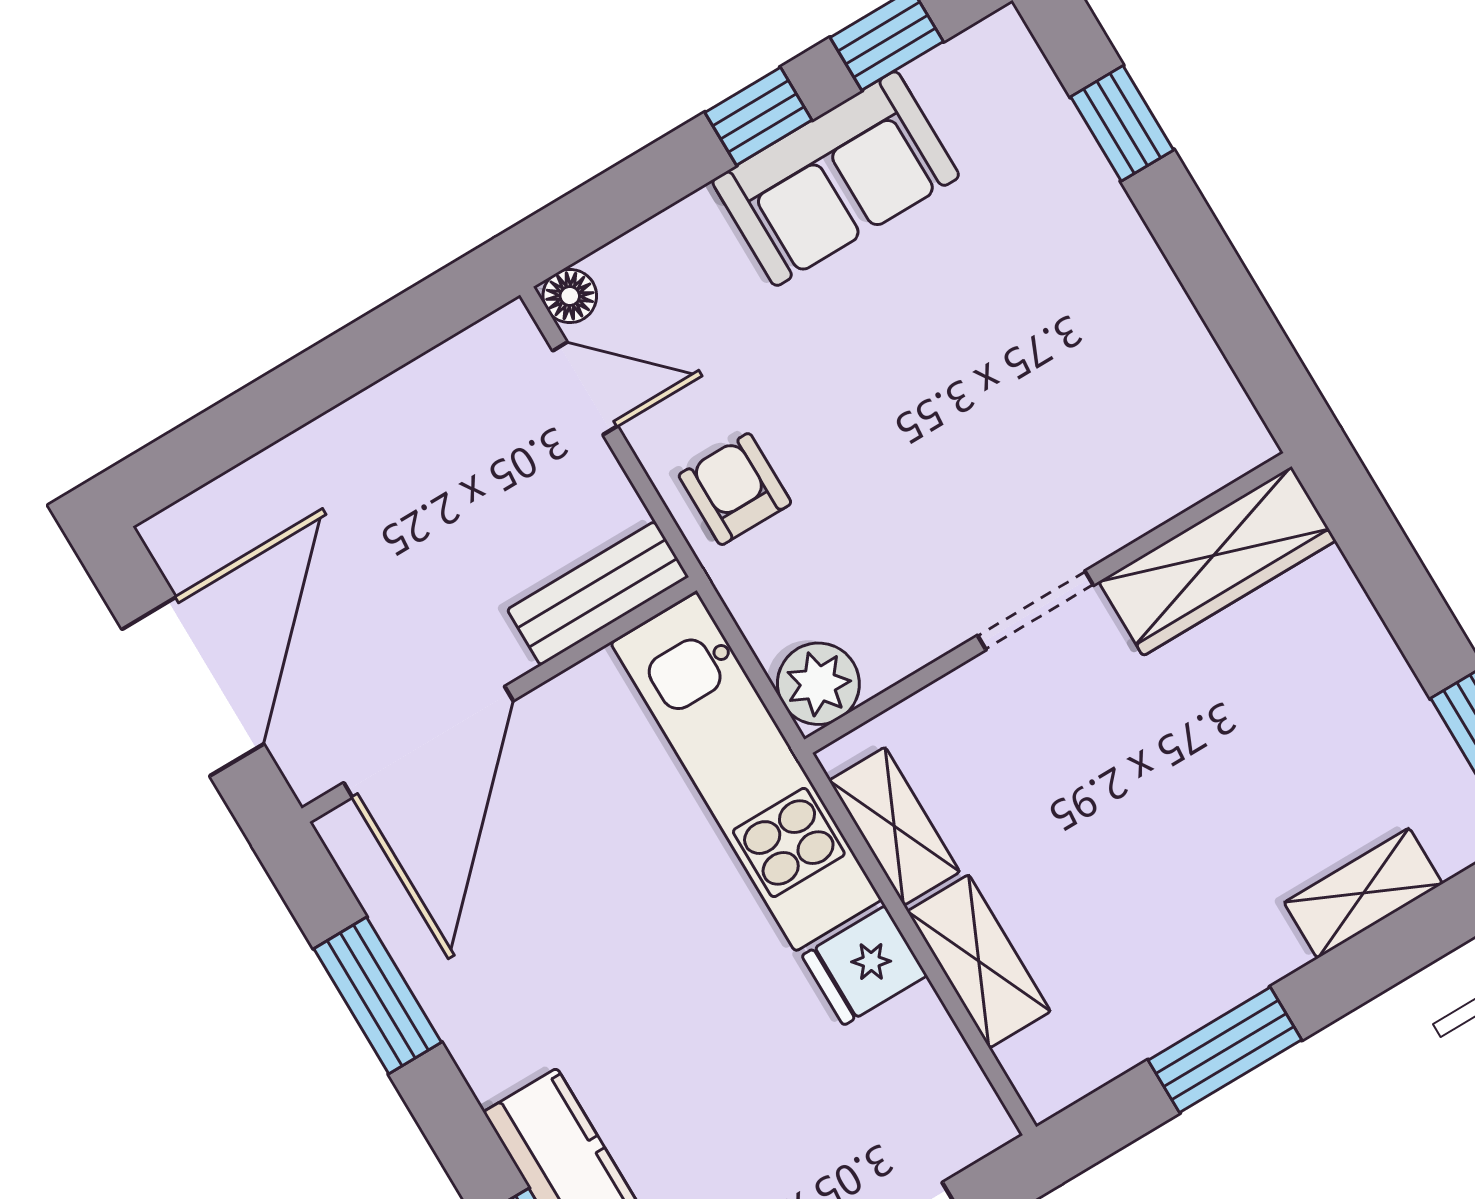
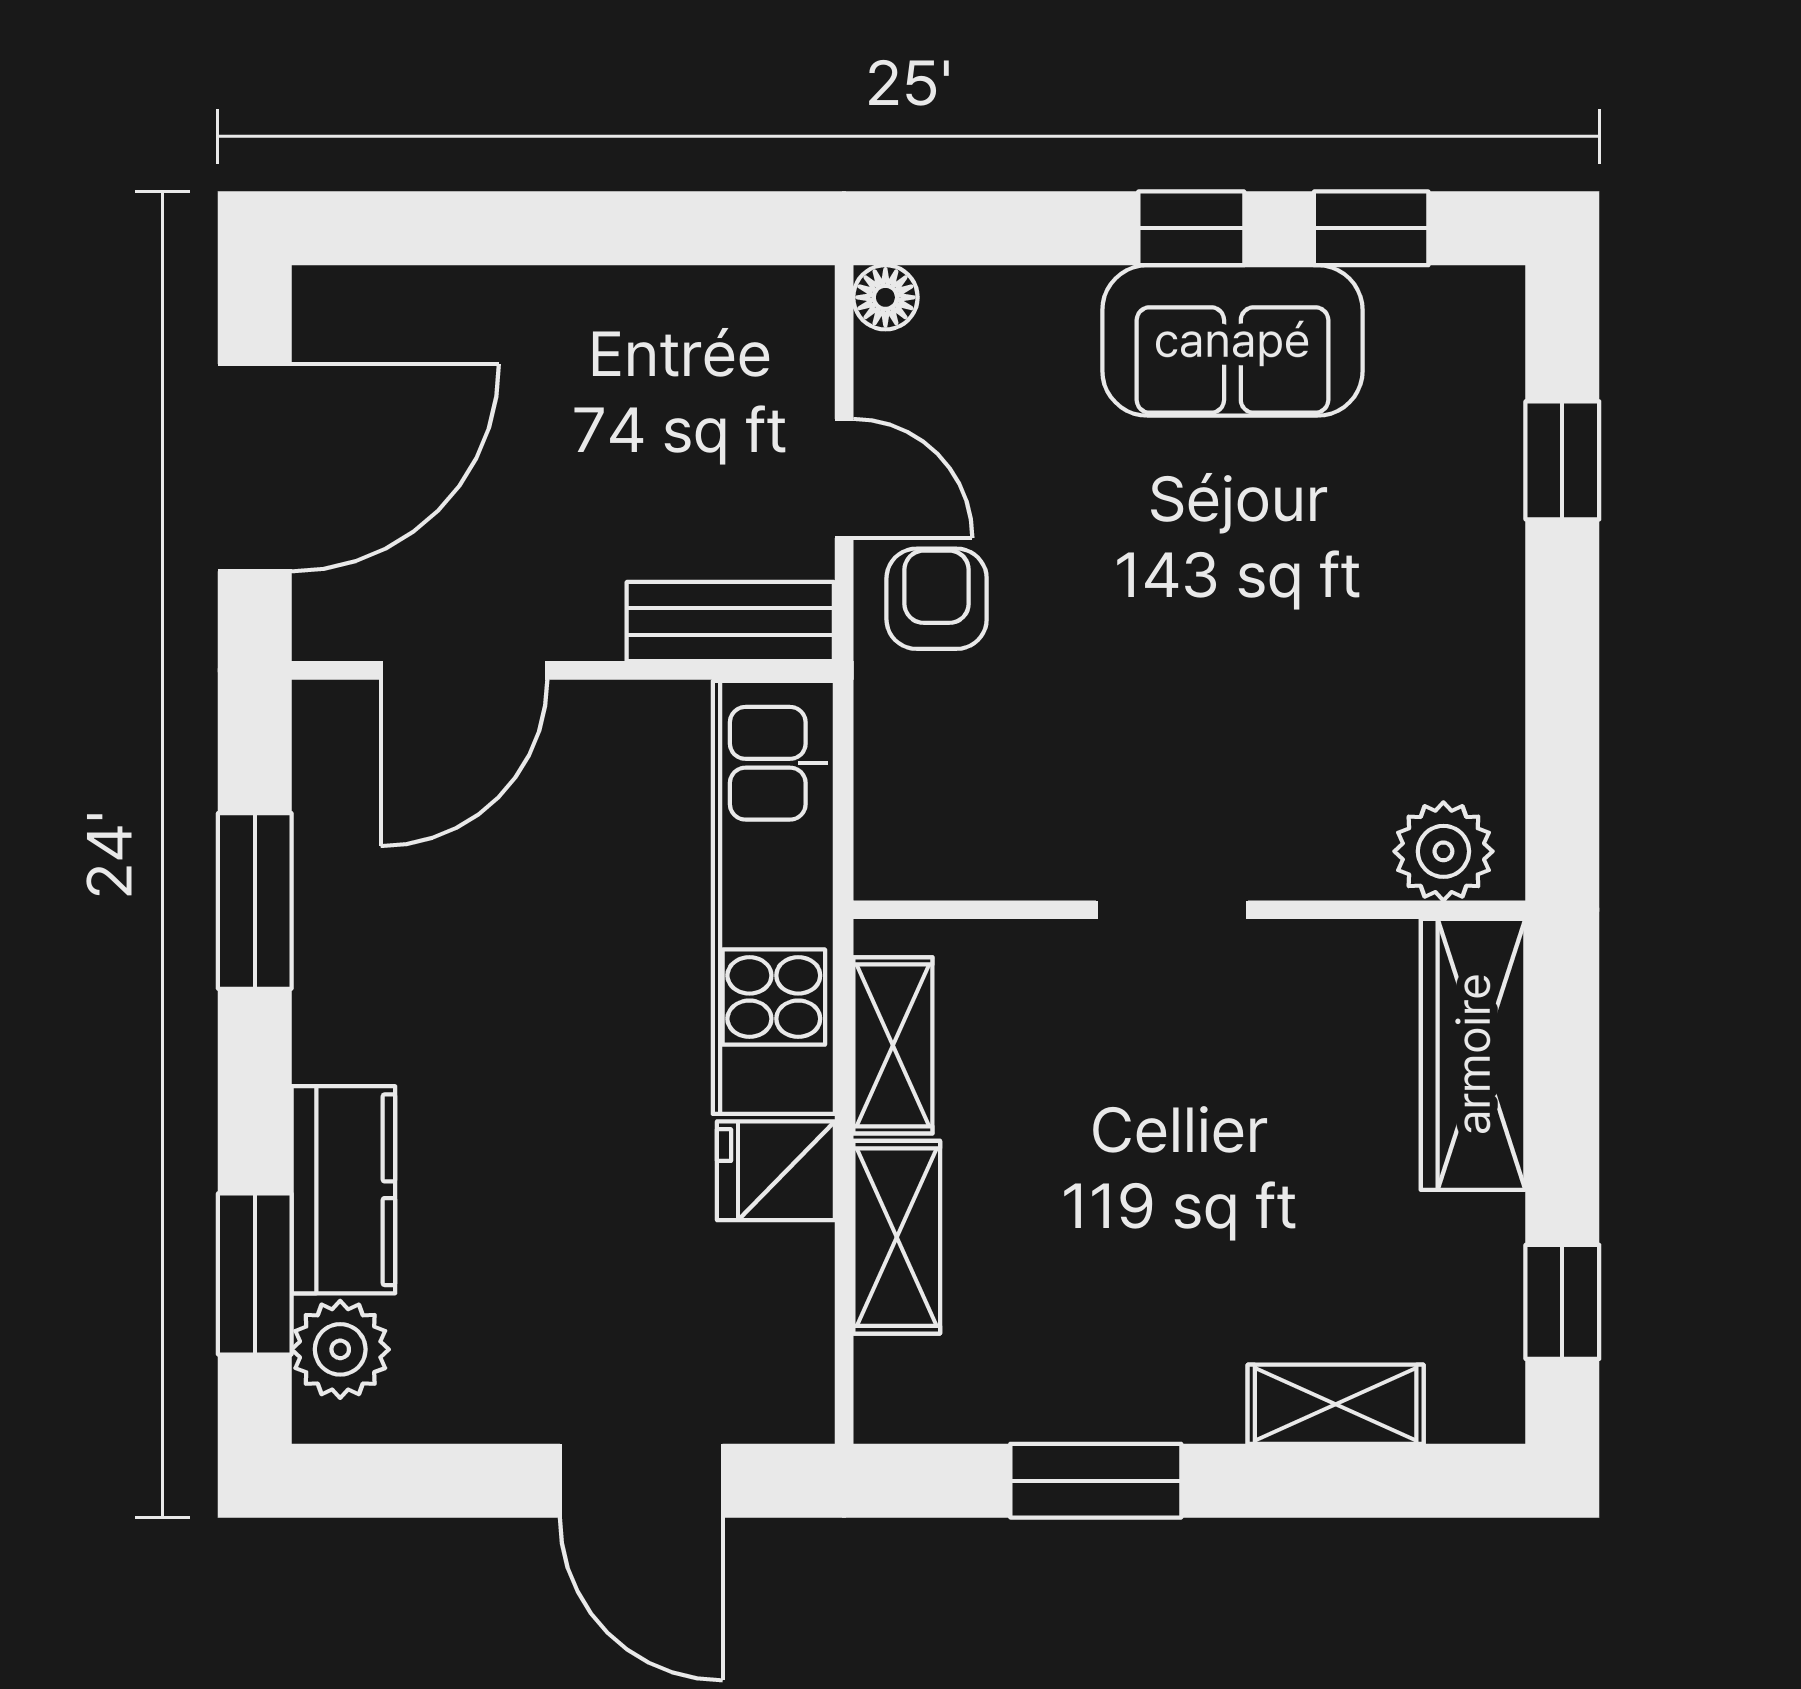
door: (585, 388) -> (844, 479), moved
wardrobe: (1217, 561) -> (1473, 1054), moved, turned 90
plant: (818, 684) -> (1443, 851), moved
door: (428, 742) -> (464, 670), width x0.73

